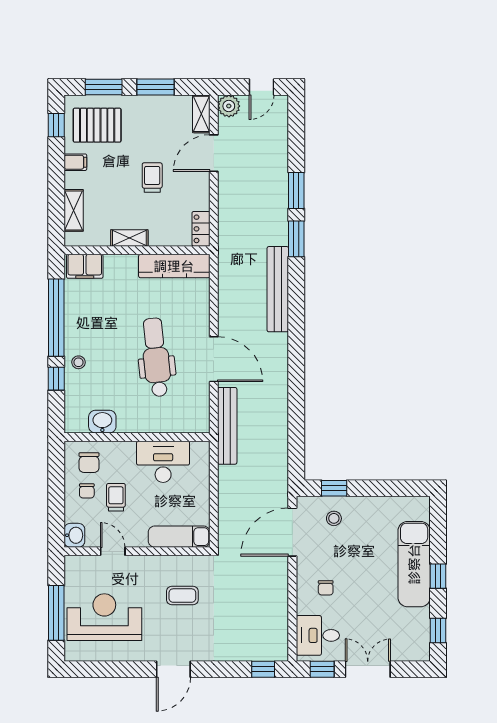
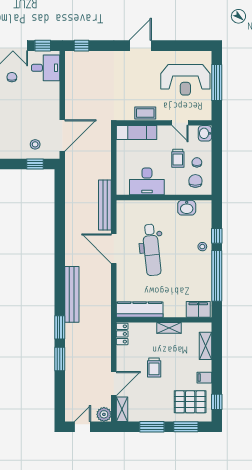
chair: (326, 588) -> (12, 77), moved
coffee table: (182, 596) -> (145, 113), moved

